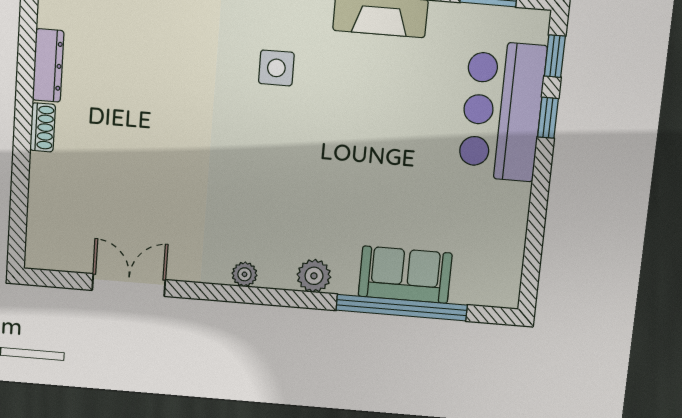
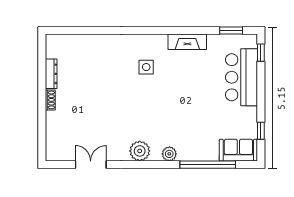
window: (548, 118) -> (261, 131), moved
plant: (245, 274) -> (140, 151), width x1.88, depth x1.88
sofa: (405, 275) -> (238, 150), moved

